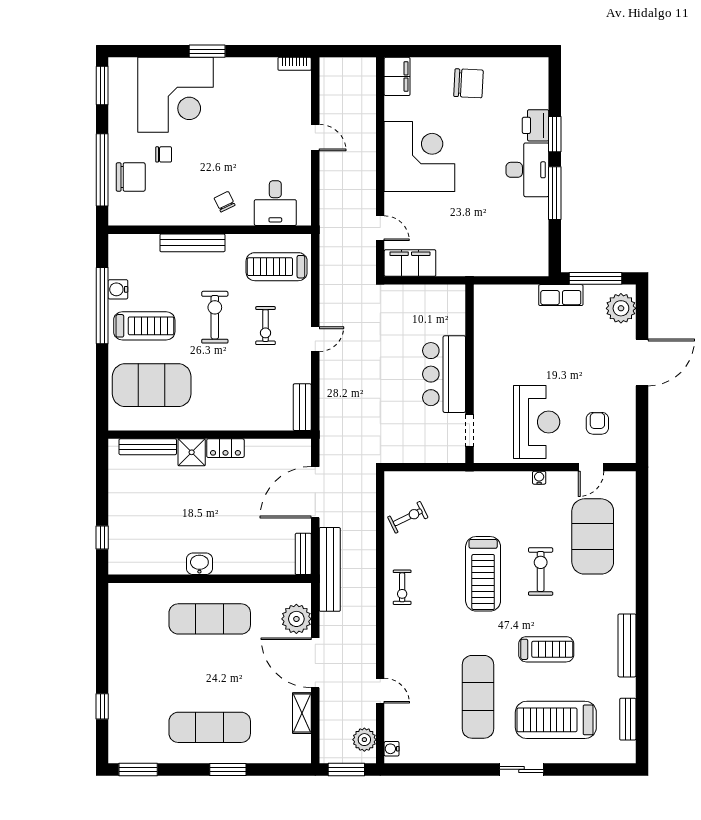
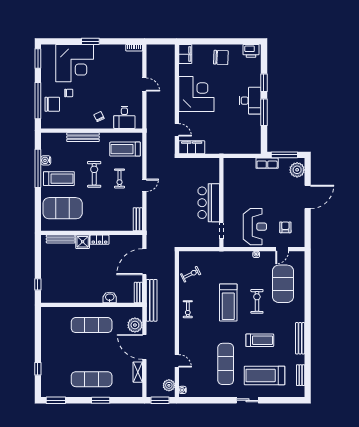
printer: (536, 125) -> (251, 51), moved, turned -90
washbasin: (199, 564) -> (110, 297), moved

